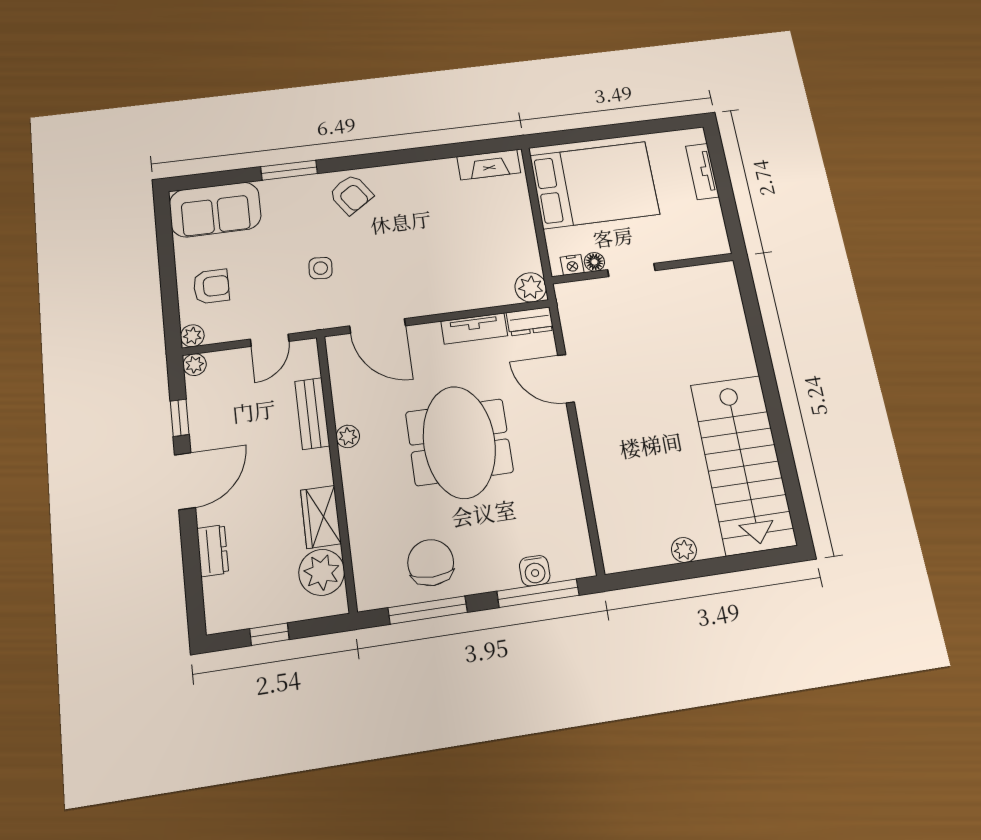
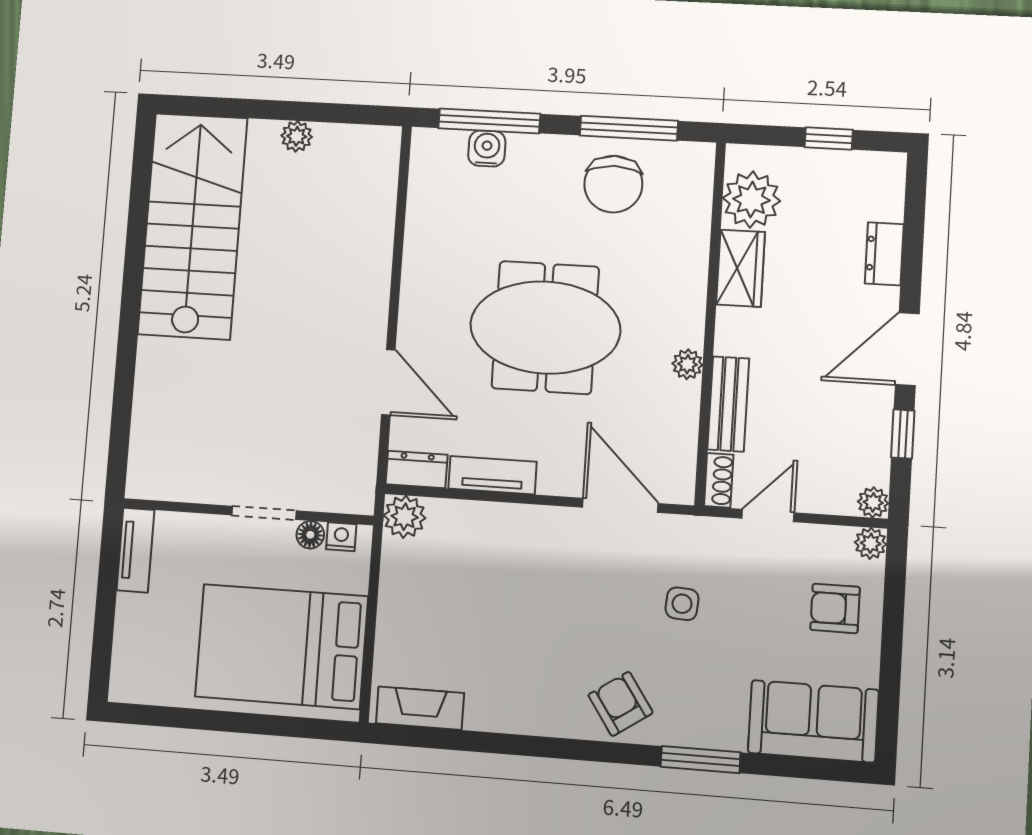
tv unit: (702, 171) -> (135, 550), moved
shoe rack: (310, 358) -> (719, 480), added
meeting table: (459, 442) -> (545, 328), turned 90

